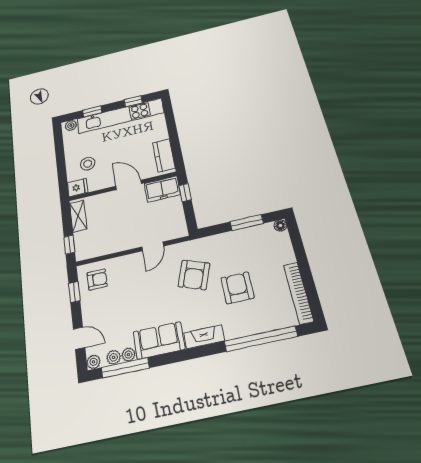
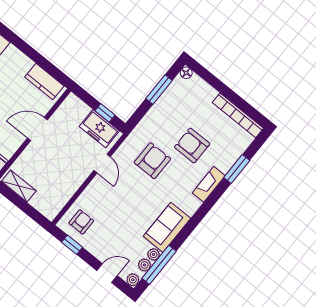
freezer: (162, 189) -> (99, 129), moved, turned 90
window: (185, 193) -> (105, 113), moved
window: (69, 245) -> (33, 214), removed
armchair: (194, 275) -> (152, 161), turned -110
fireplace: (204, 337) -> (209, 184), moved
window: (261, 339) -> (237, 169), width x0.47

